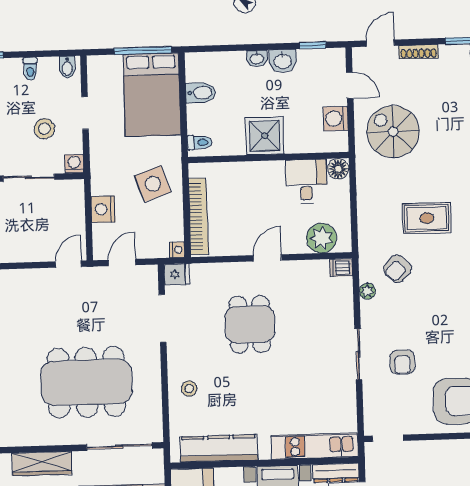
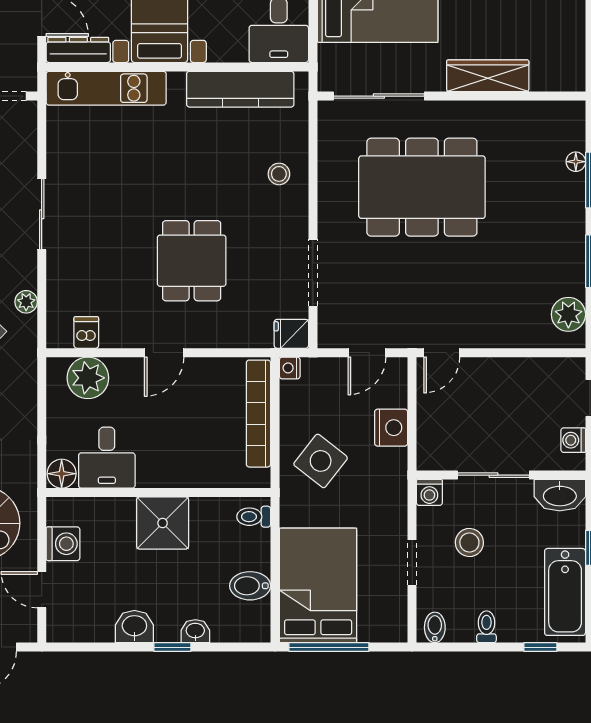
window: (313, 45) -> (172, 647), moved
washbasin: (257, 58) -> (195, 631), moved
side table: (153, 184) -> (321, 461), turned -33
dishwasher: (341, 268) -> (86, 332), moved, turned -90

